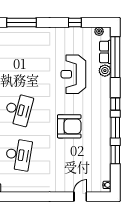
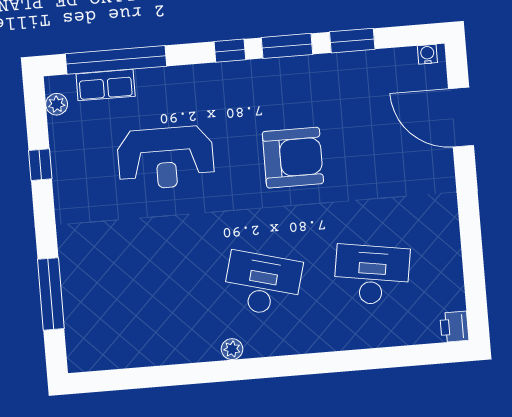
plant: (105, 71) -> (151, 82), removed
armchair: (69, 126) -> (293, 158), turned 90
door: (80, 197) -> (461, 117), width x1.87

